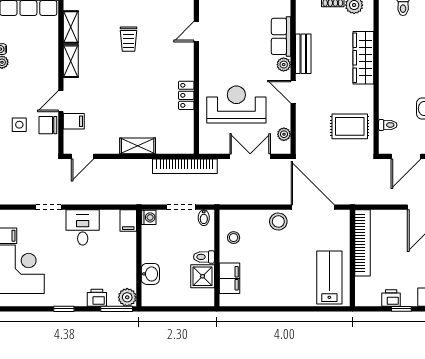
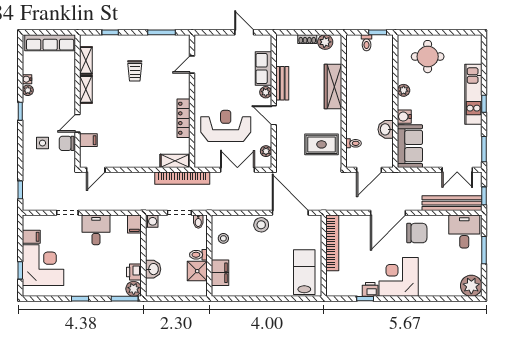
locker: (186, 95) -> (183, 118), width x1.53
shelving: (138, 146) -> (175, 161), moved
printer: (97, 298) -> (134, 272), moved, turned -90
printer: (391, 298) -> (370, 289), moved

